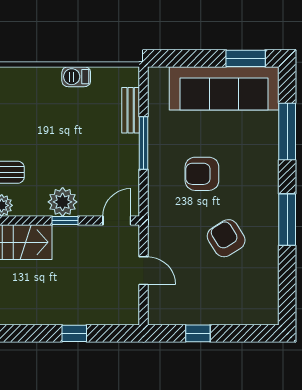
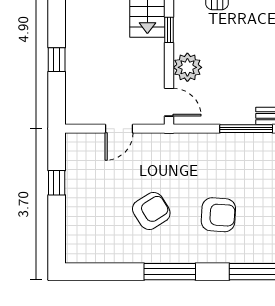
armchair: (202, 174) -> (218, 215), moved, turned 94
plant: (63, 202) -> (187, 67), moved
window: (65, 221) -> (169, 30), moved

